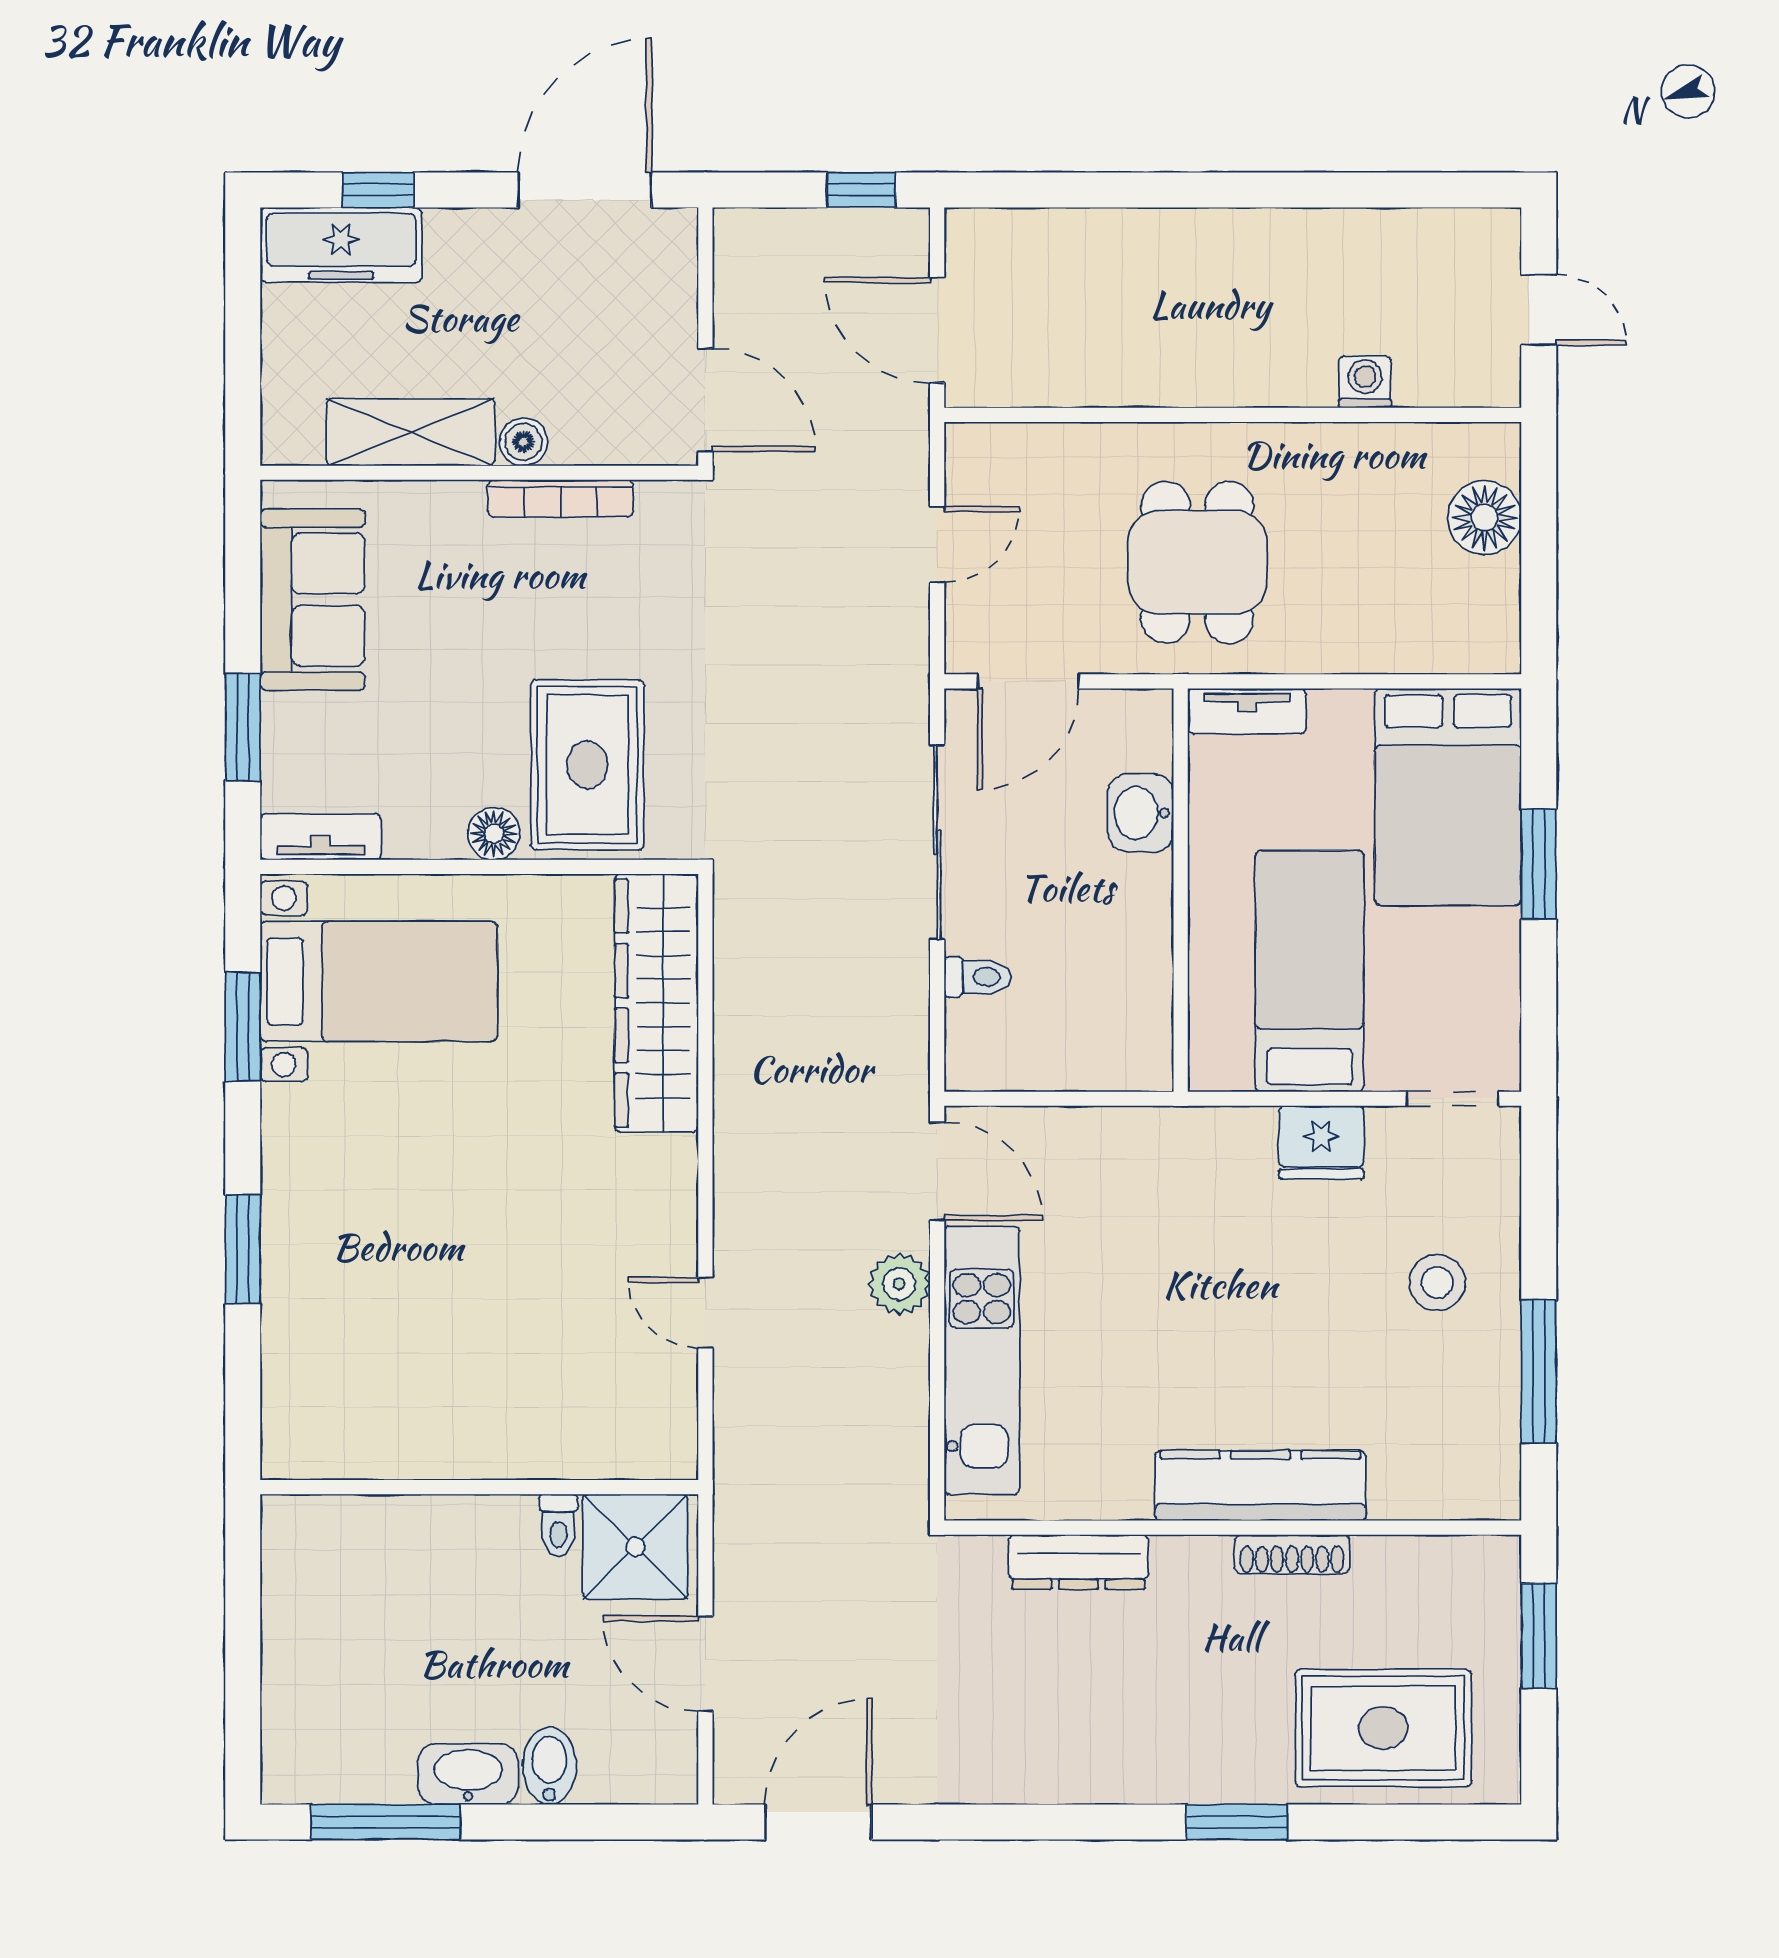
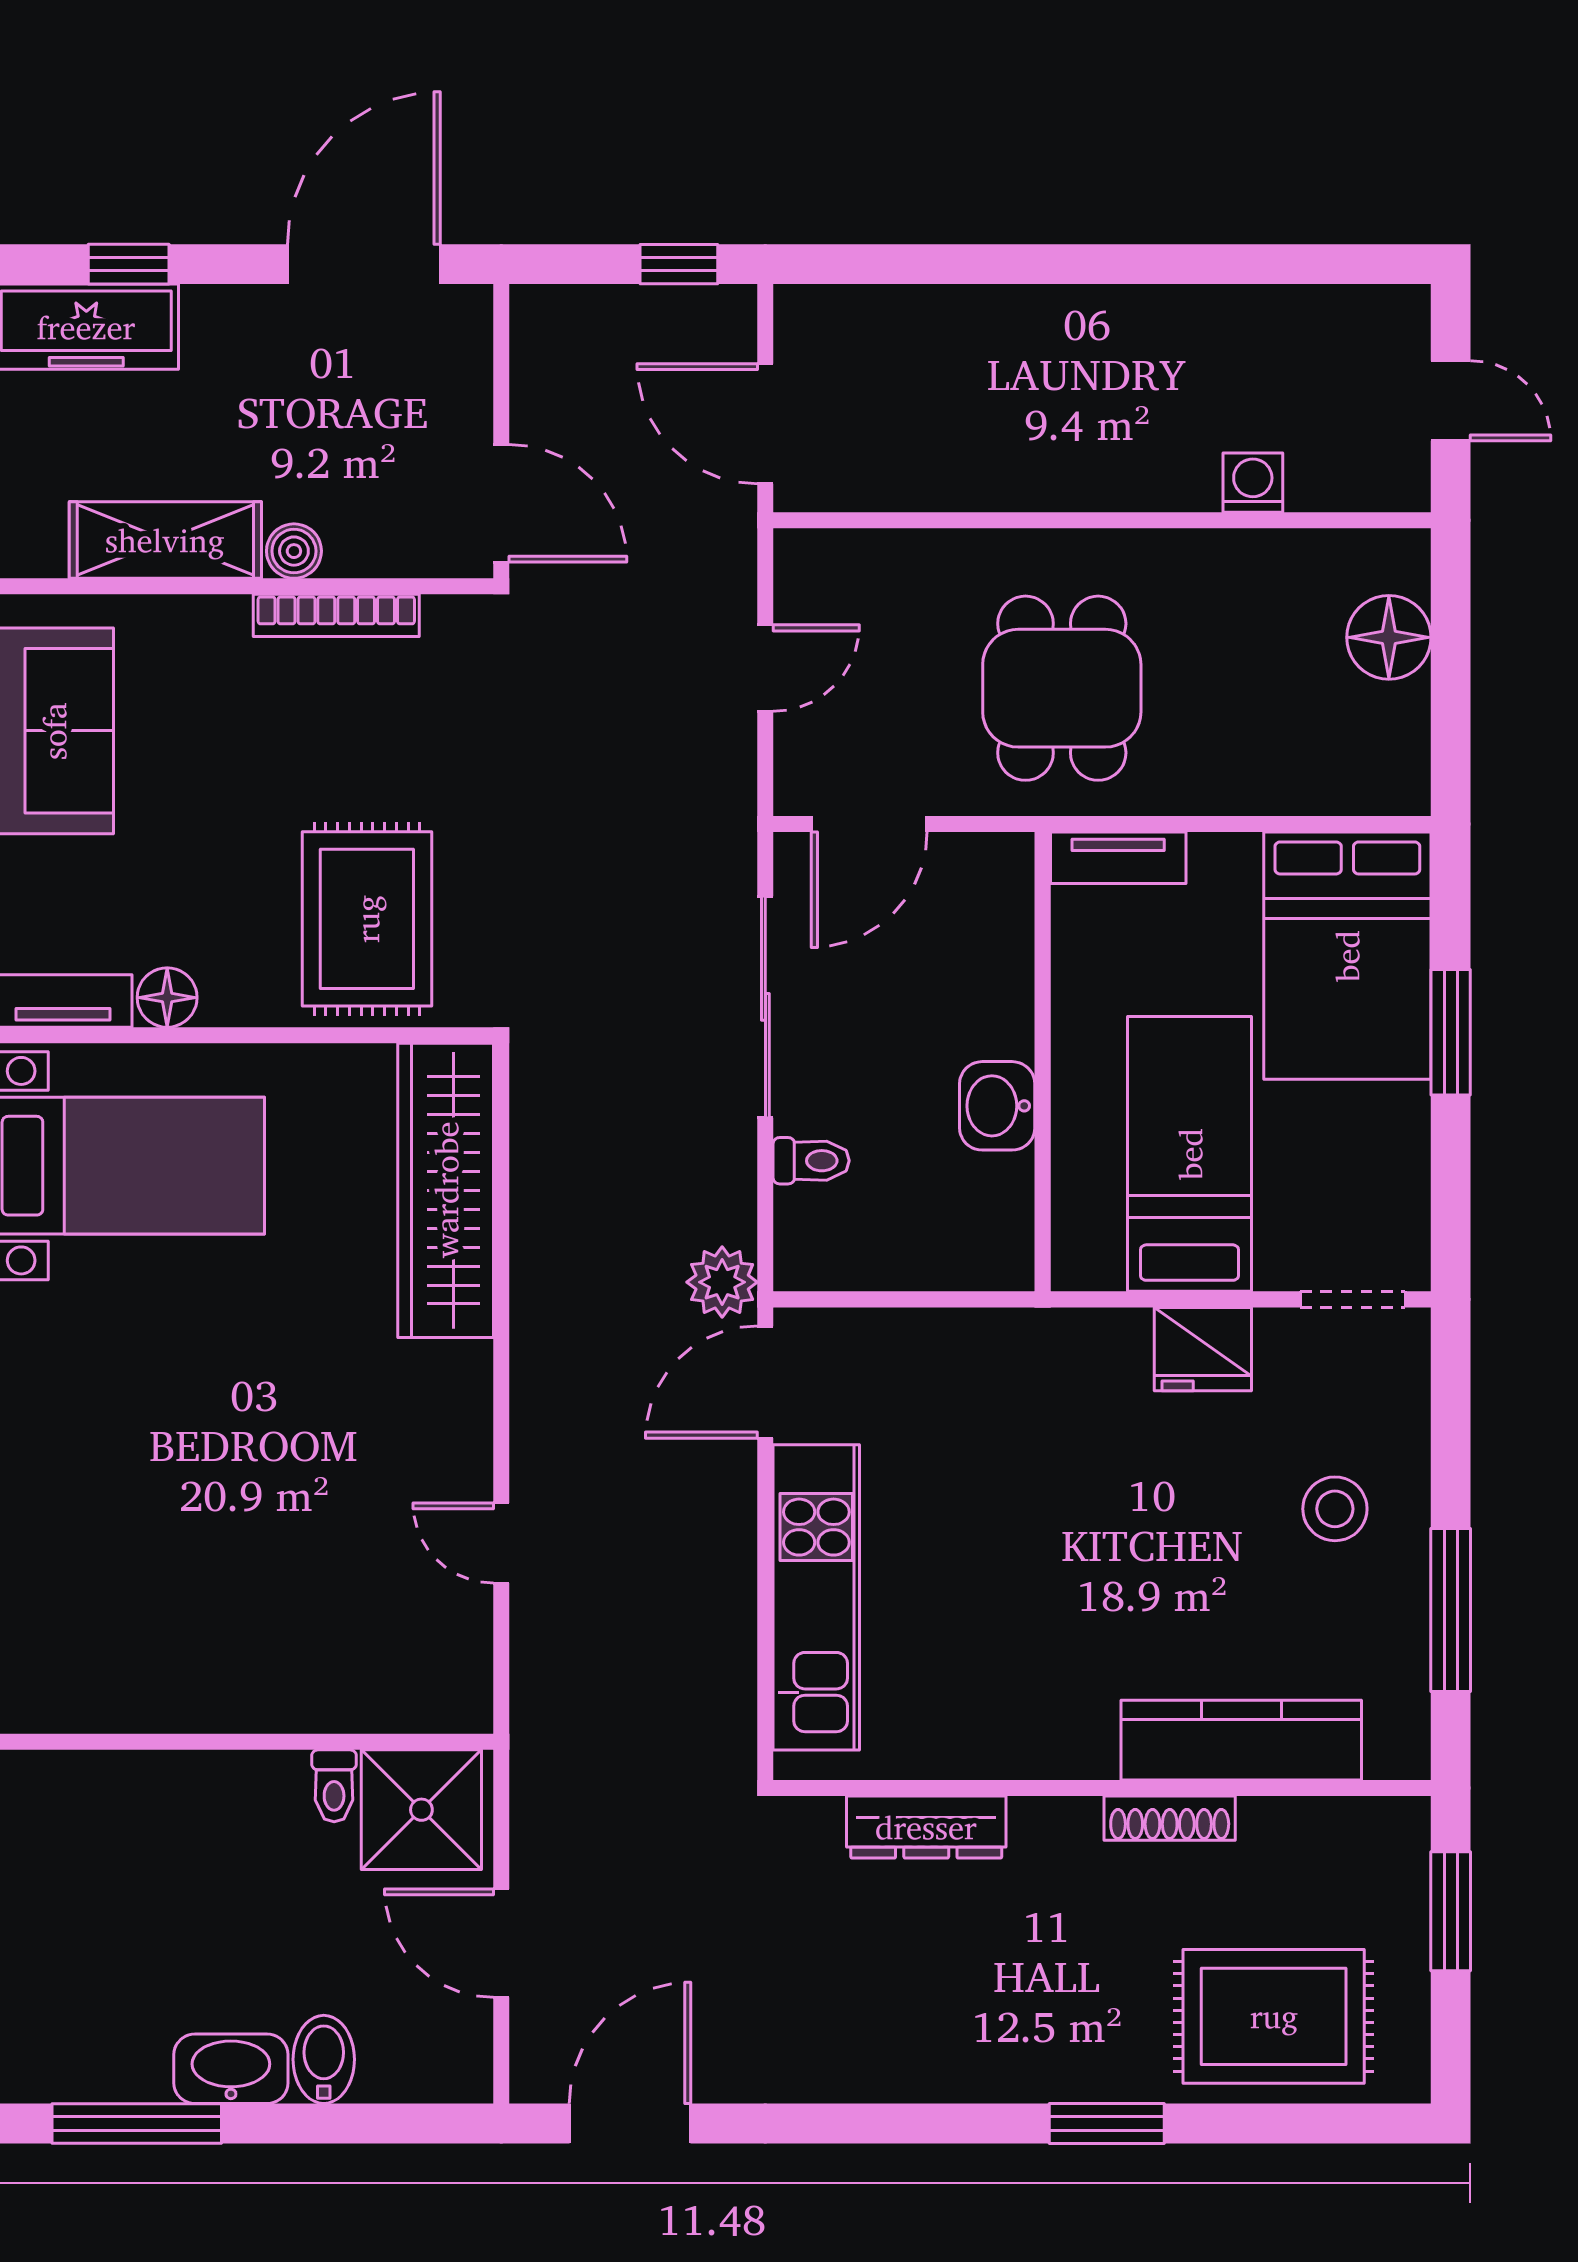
washbasin: (1141, 813) -> (997, 1106), moved
floor lamp: (494, 834) -> (167, 998), moved
door: (937, 1171) -> (765, 1382), swing flipped
plant: (899, 1284) -> (722, 1282), moved
kitchen counter: (1261, 1486) -> (1241, 1740), moved

